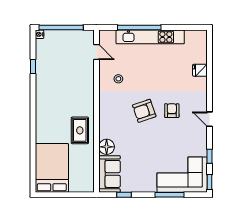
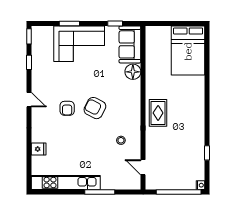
window: (139, 28) -> (100, 192), width x0.68
kitchen unit: (150, 37) -> (66, 183), moved
armchair: (144, 111) -> (95, 108), turned -134
rug: (80, 130) -> (158, 113), moved
corner sofa: (182, 175) -> (79, 44), moved
window: (170, 195) -> (69, 23), width x0.69

